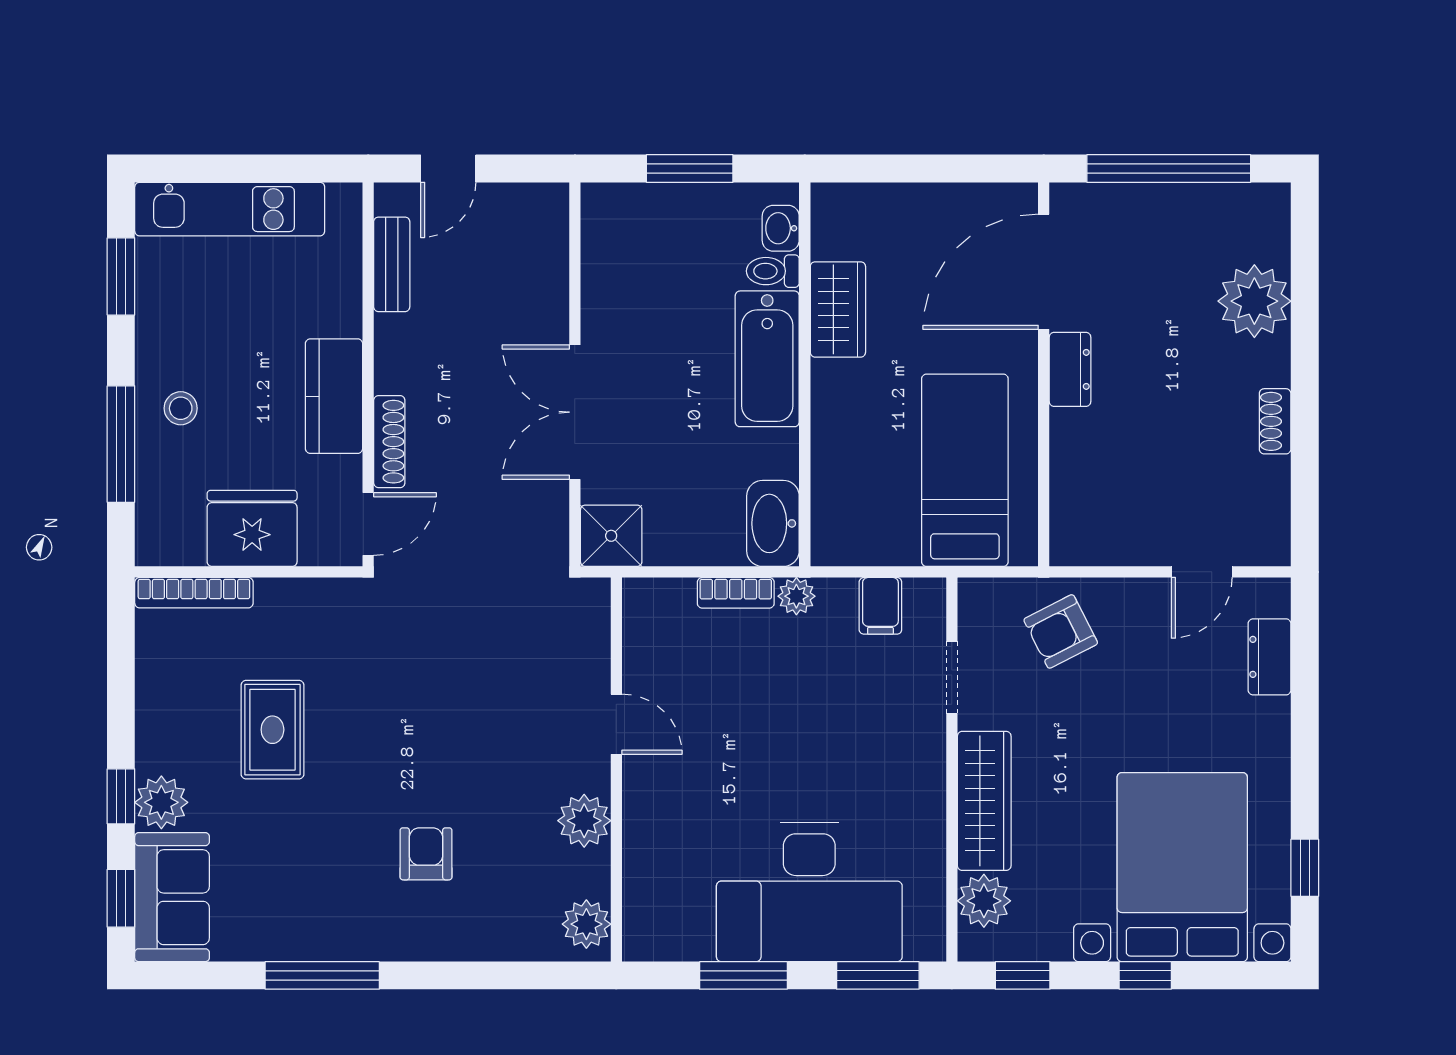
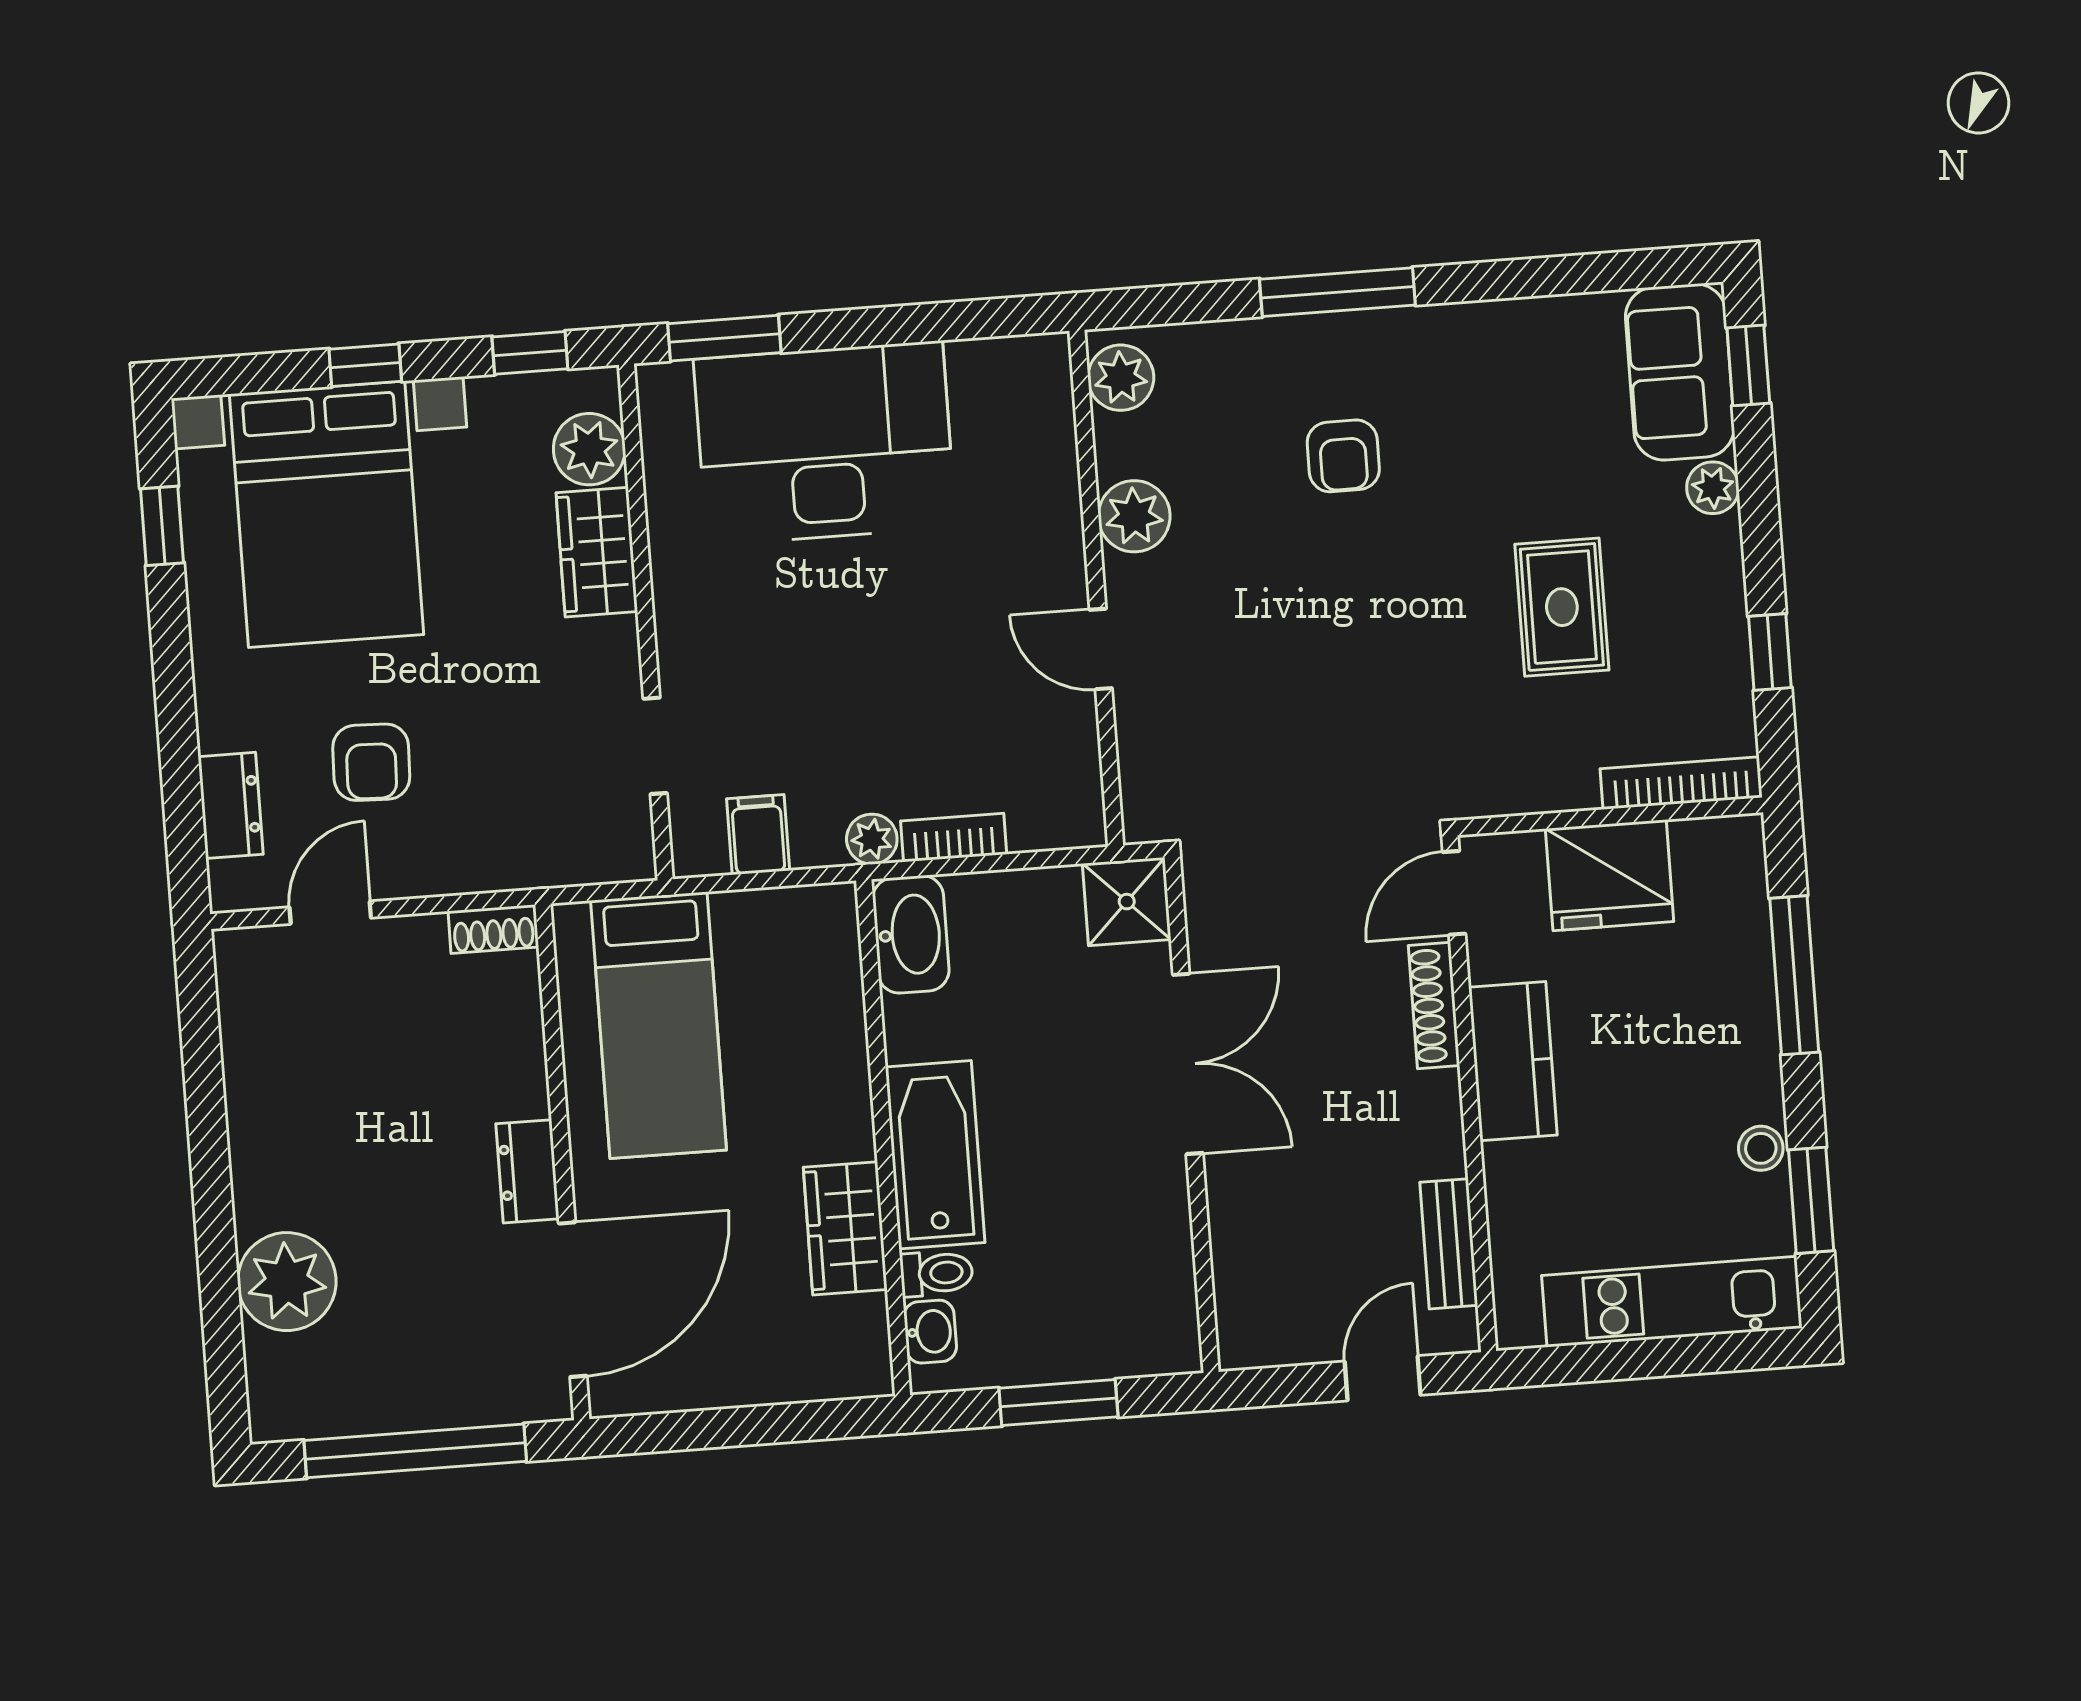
stool: (181, 408) -> (1761, 1148), moved
shoe rack: (1275, 421) -> (493, 929), moved, turned 90
armchair: (1061, 631) -> (371, 762), moved, turned 119
window: (121, 796) -> (1770, 652), moved
wardrobe: (984, 801) -> (597, 552), width x0.67
plant: (161, 802) -> (1713, 488), width x0.73, depth x0.73
window: (322, 975) -> (1337, 292), moved
window: (743, 975) -> (905, 325), removed

